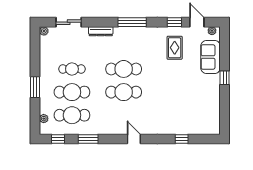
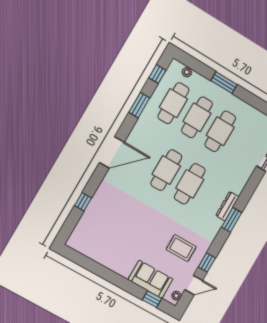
window: (132, 22) -> (232, 220), width x0.69
dresser: (101, 31) -> (227, 206), moved
cafe table: (72, 69) -> (220, 131), width x1.37, depth x1.35
window: (225, 78) -> (152, 299), moved
door: (134, 139) -> (112, 152), width x1.87

